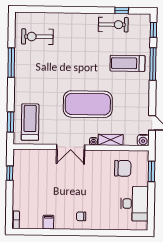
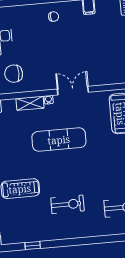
exercise bike: (113, 25) -> (68, 204), moved, turned 180
exercise mat: (88, 104) -> (59, 140), width x0.68

